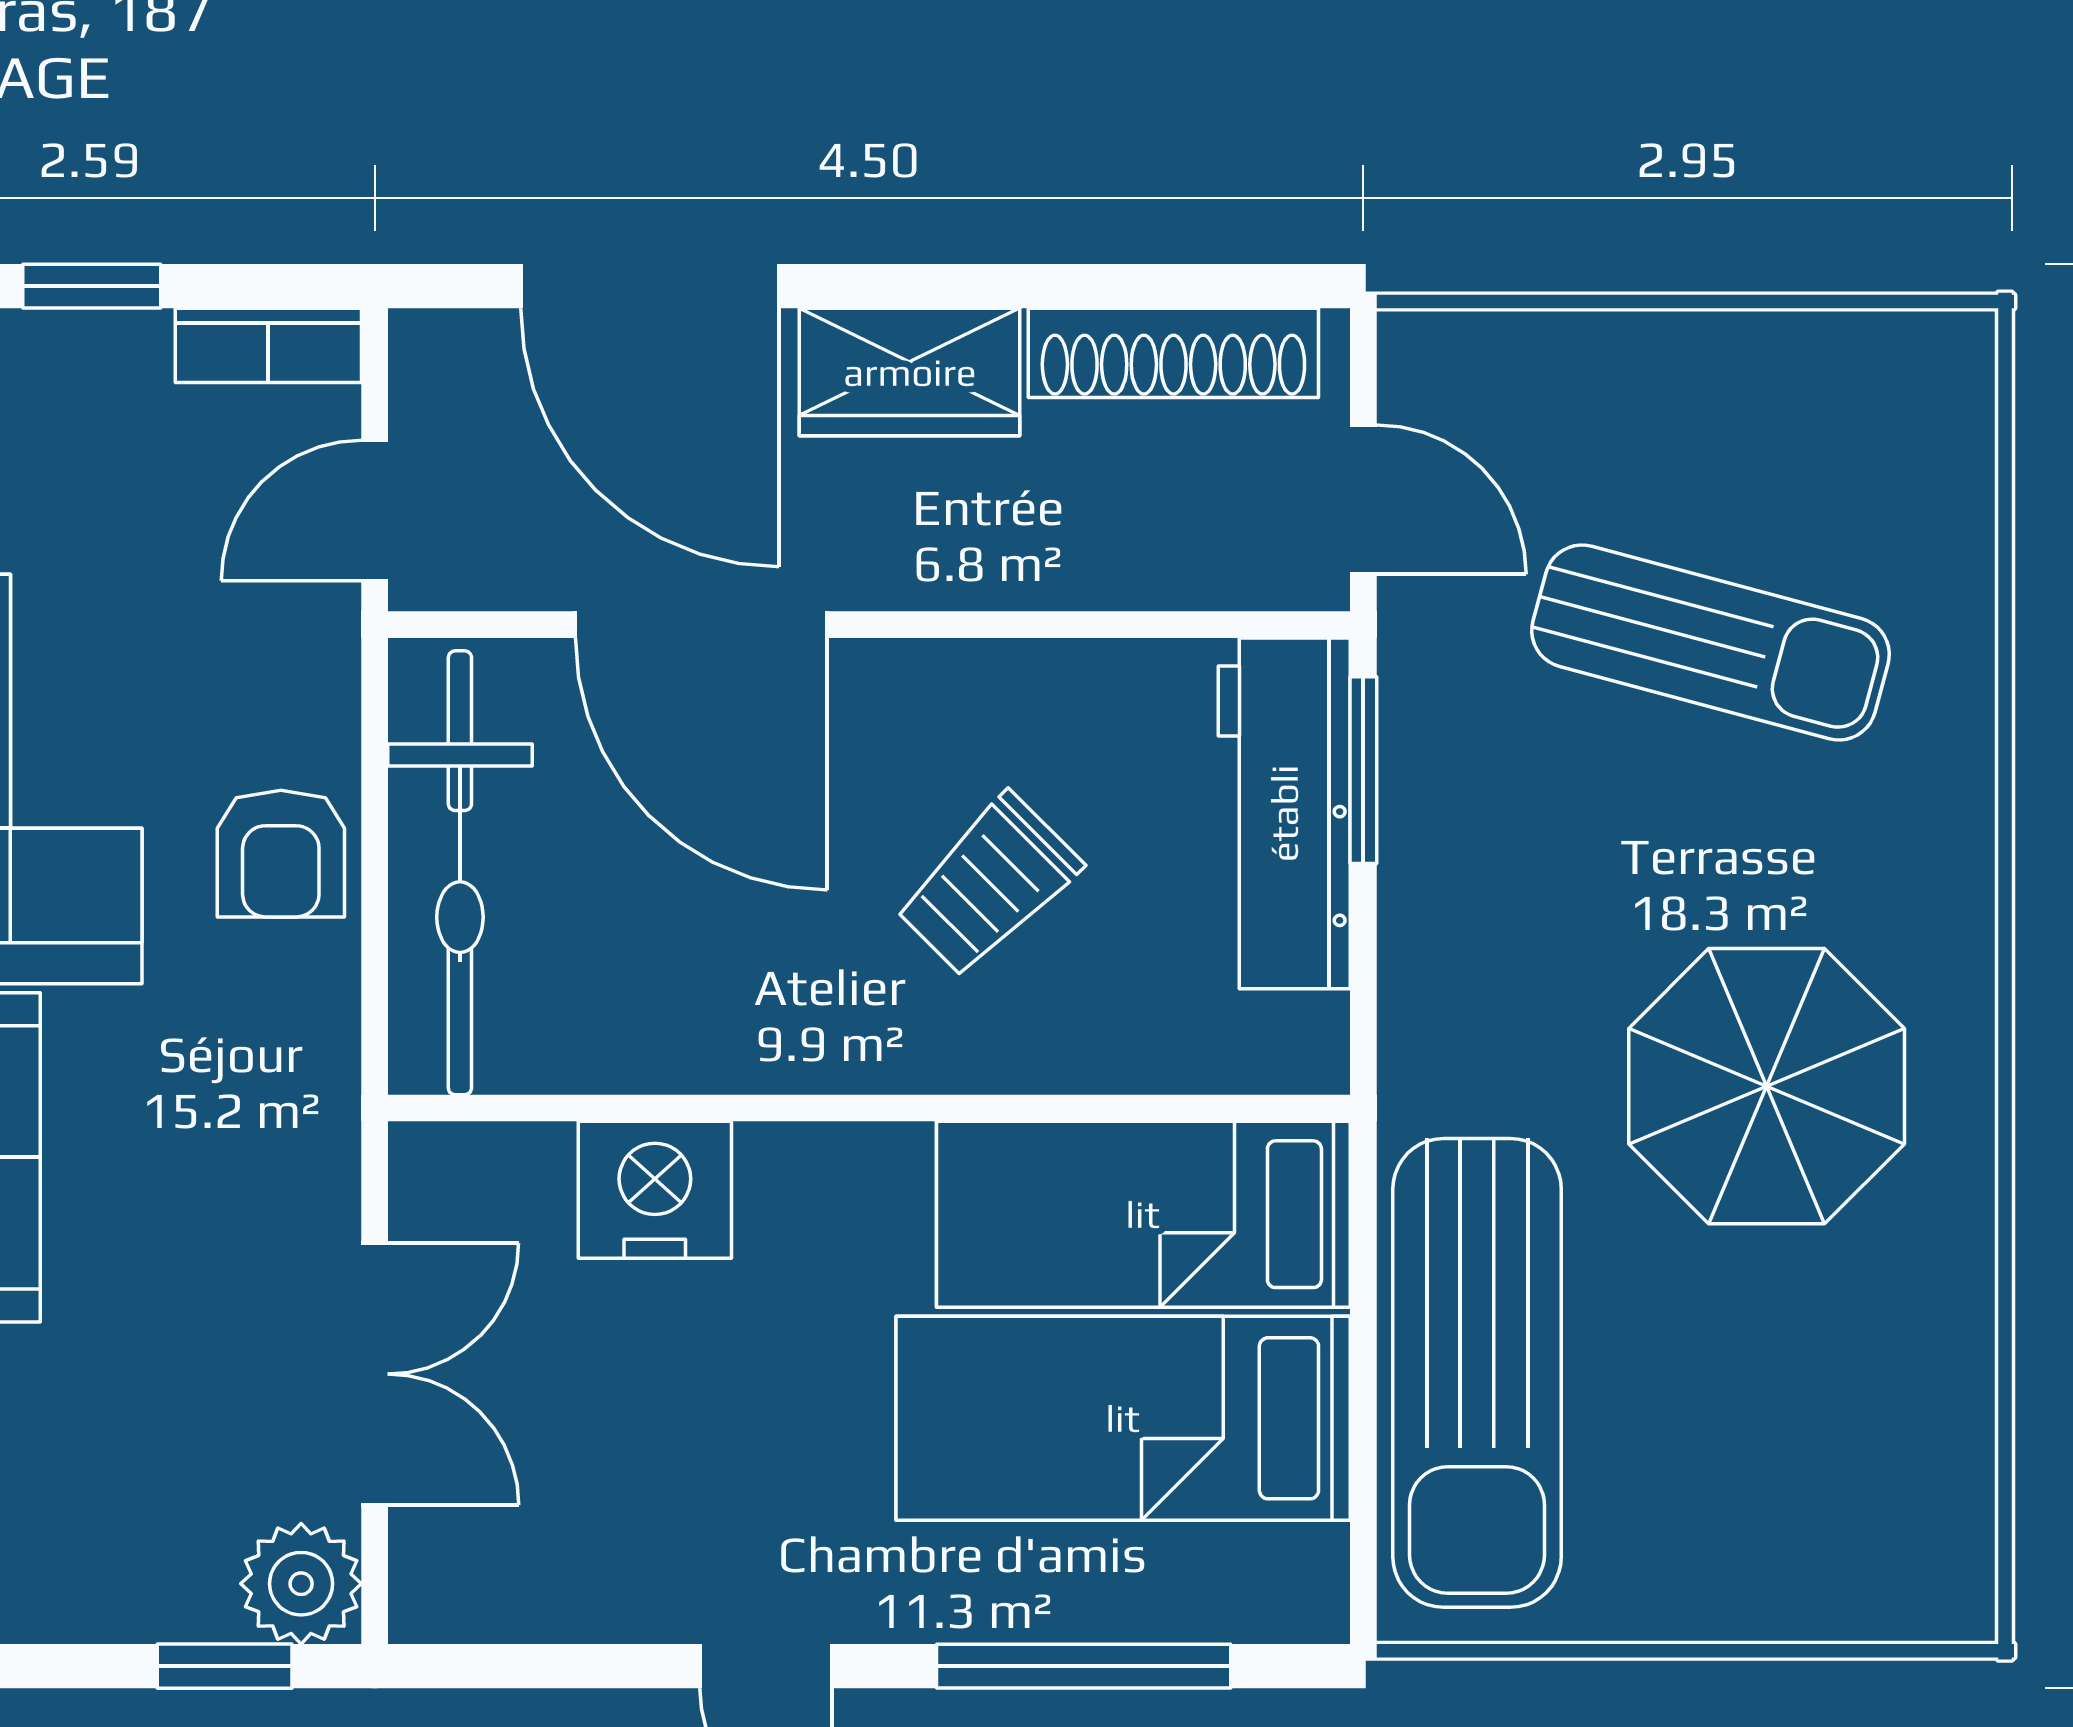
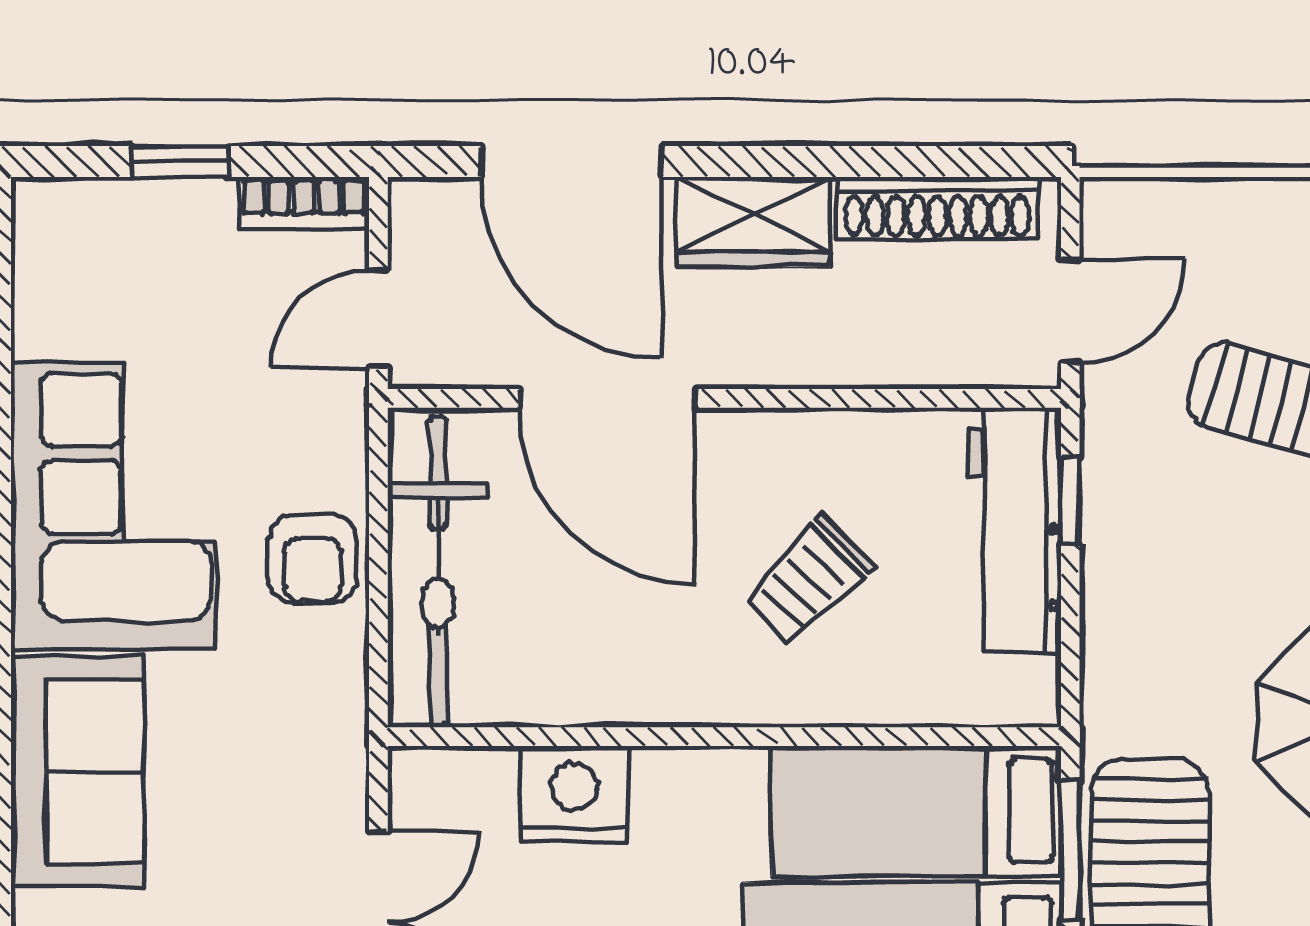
door: (1363, 500) -> (1070, 311), hinge flipped
window: (1363, 770) -> (1070, 500), width x0.67
window: (1363, 1270) -> (1070, 850), added

